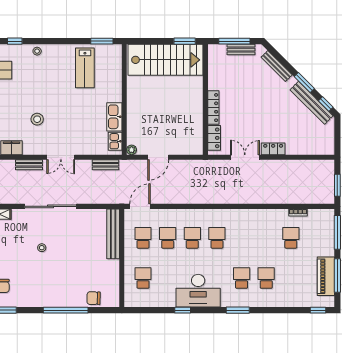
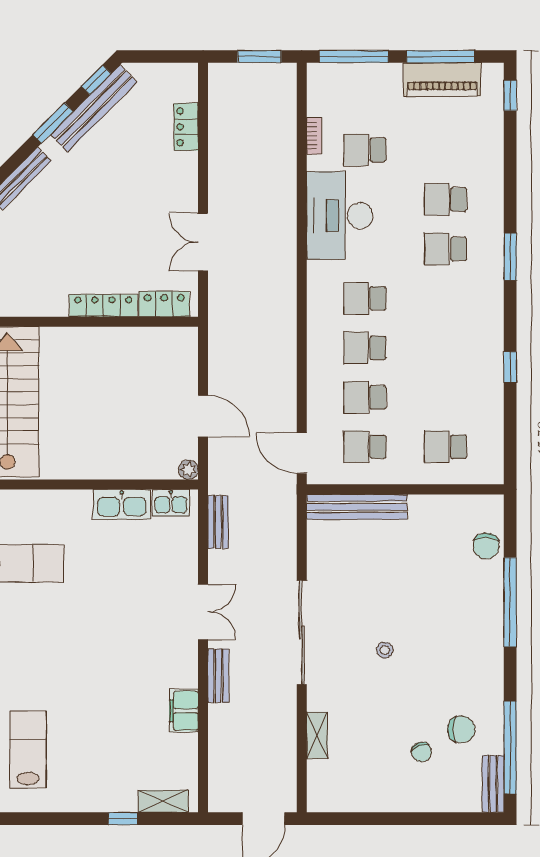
stool: (37, 119) -> (127, 659), removed
locker: (273, 149) -> (186, 127), moved
desk: (198, 291) -> (340, 216), moved, turned 180

